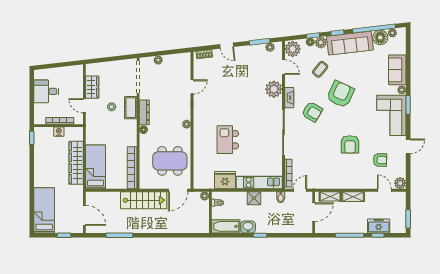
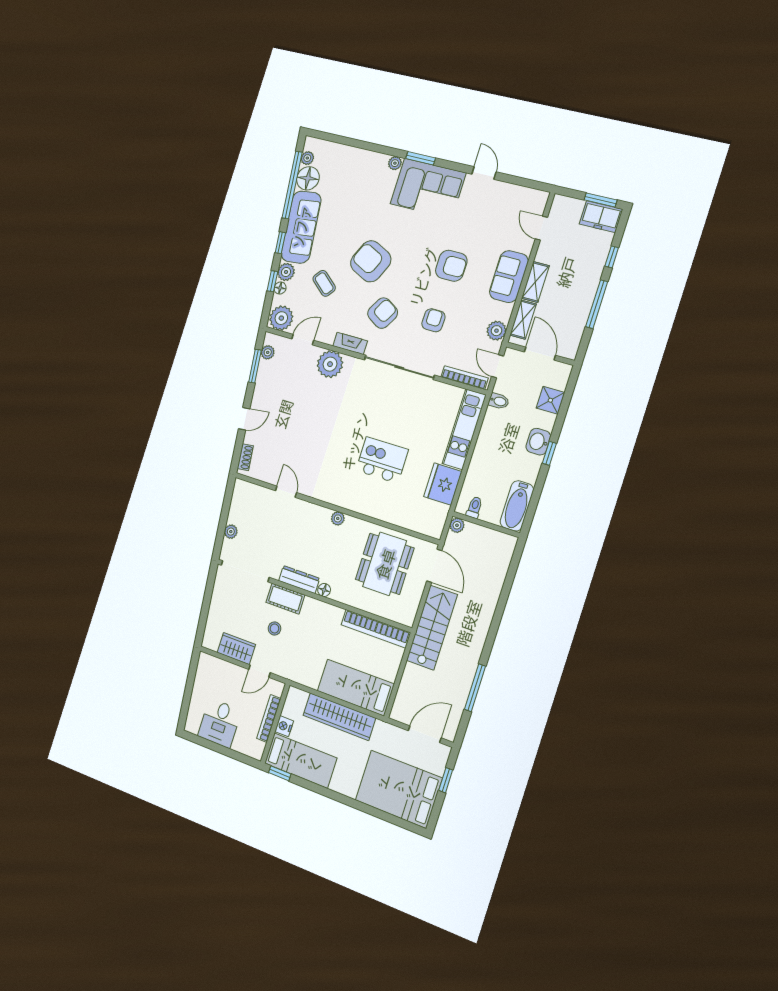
sofa: (397, 70) -> (509, 277), moved, turned 90
kitchen island: (228, 140) -> (382, 460), turned 180
bed: (43, 148) -> (301, 761), added
armchair: (380, 160) -> (433, 320), moved
plant: (400, 183) -> (496, 331), moved
door: (384, 190) -> (541, 228), hinge flipped
shower: (254, 198) -> (550, 400), moved
bed: (44, 210) -> (399, 789), width x1.50
freezer: (379, 226) -> (601, 217), moved, turned -90
washbasin: (248, 227) -> (538, 442), moved

